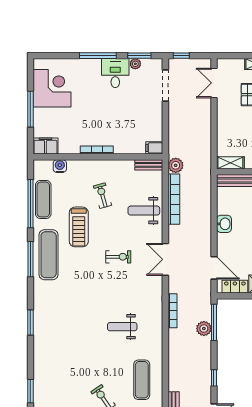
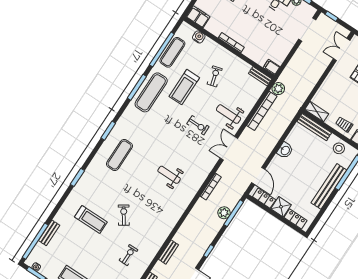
weight bench: (144, 211) -> (229, 114), moved
exercise mat: (142, 380) -> (119, 155), moved

